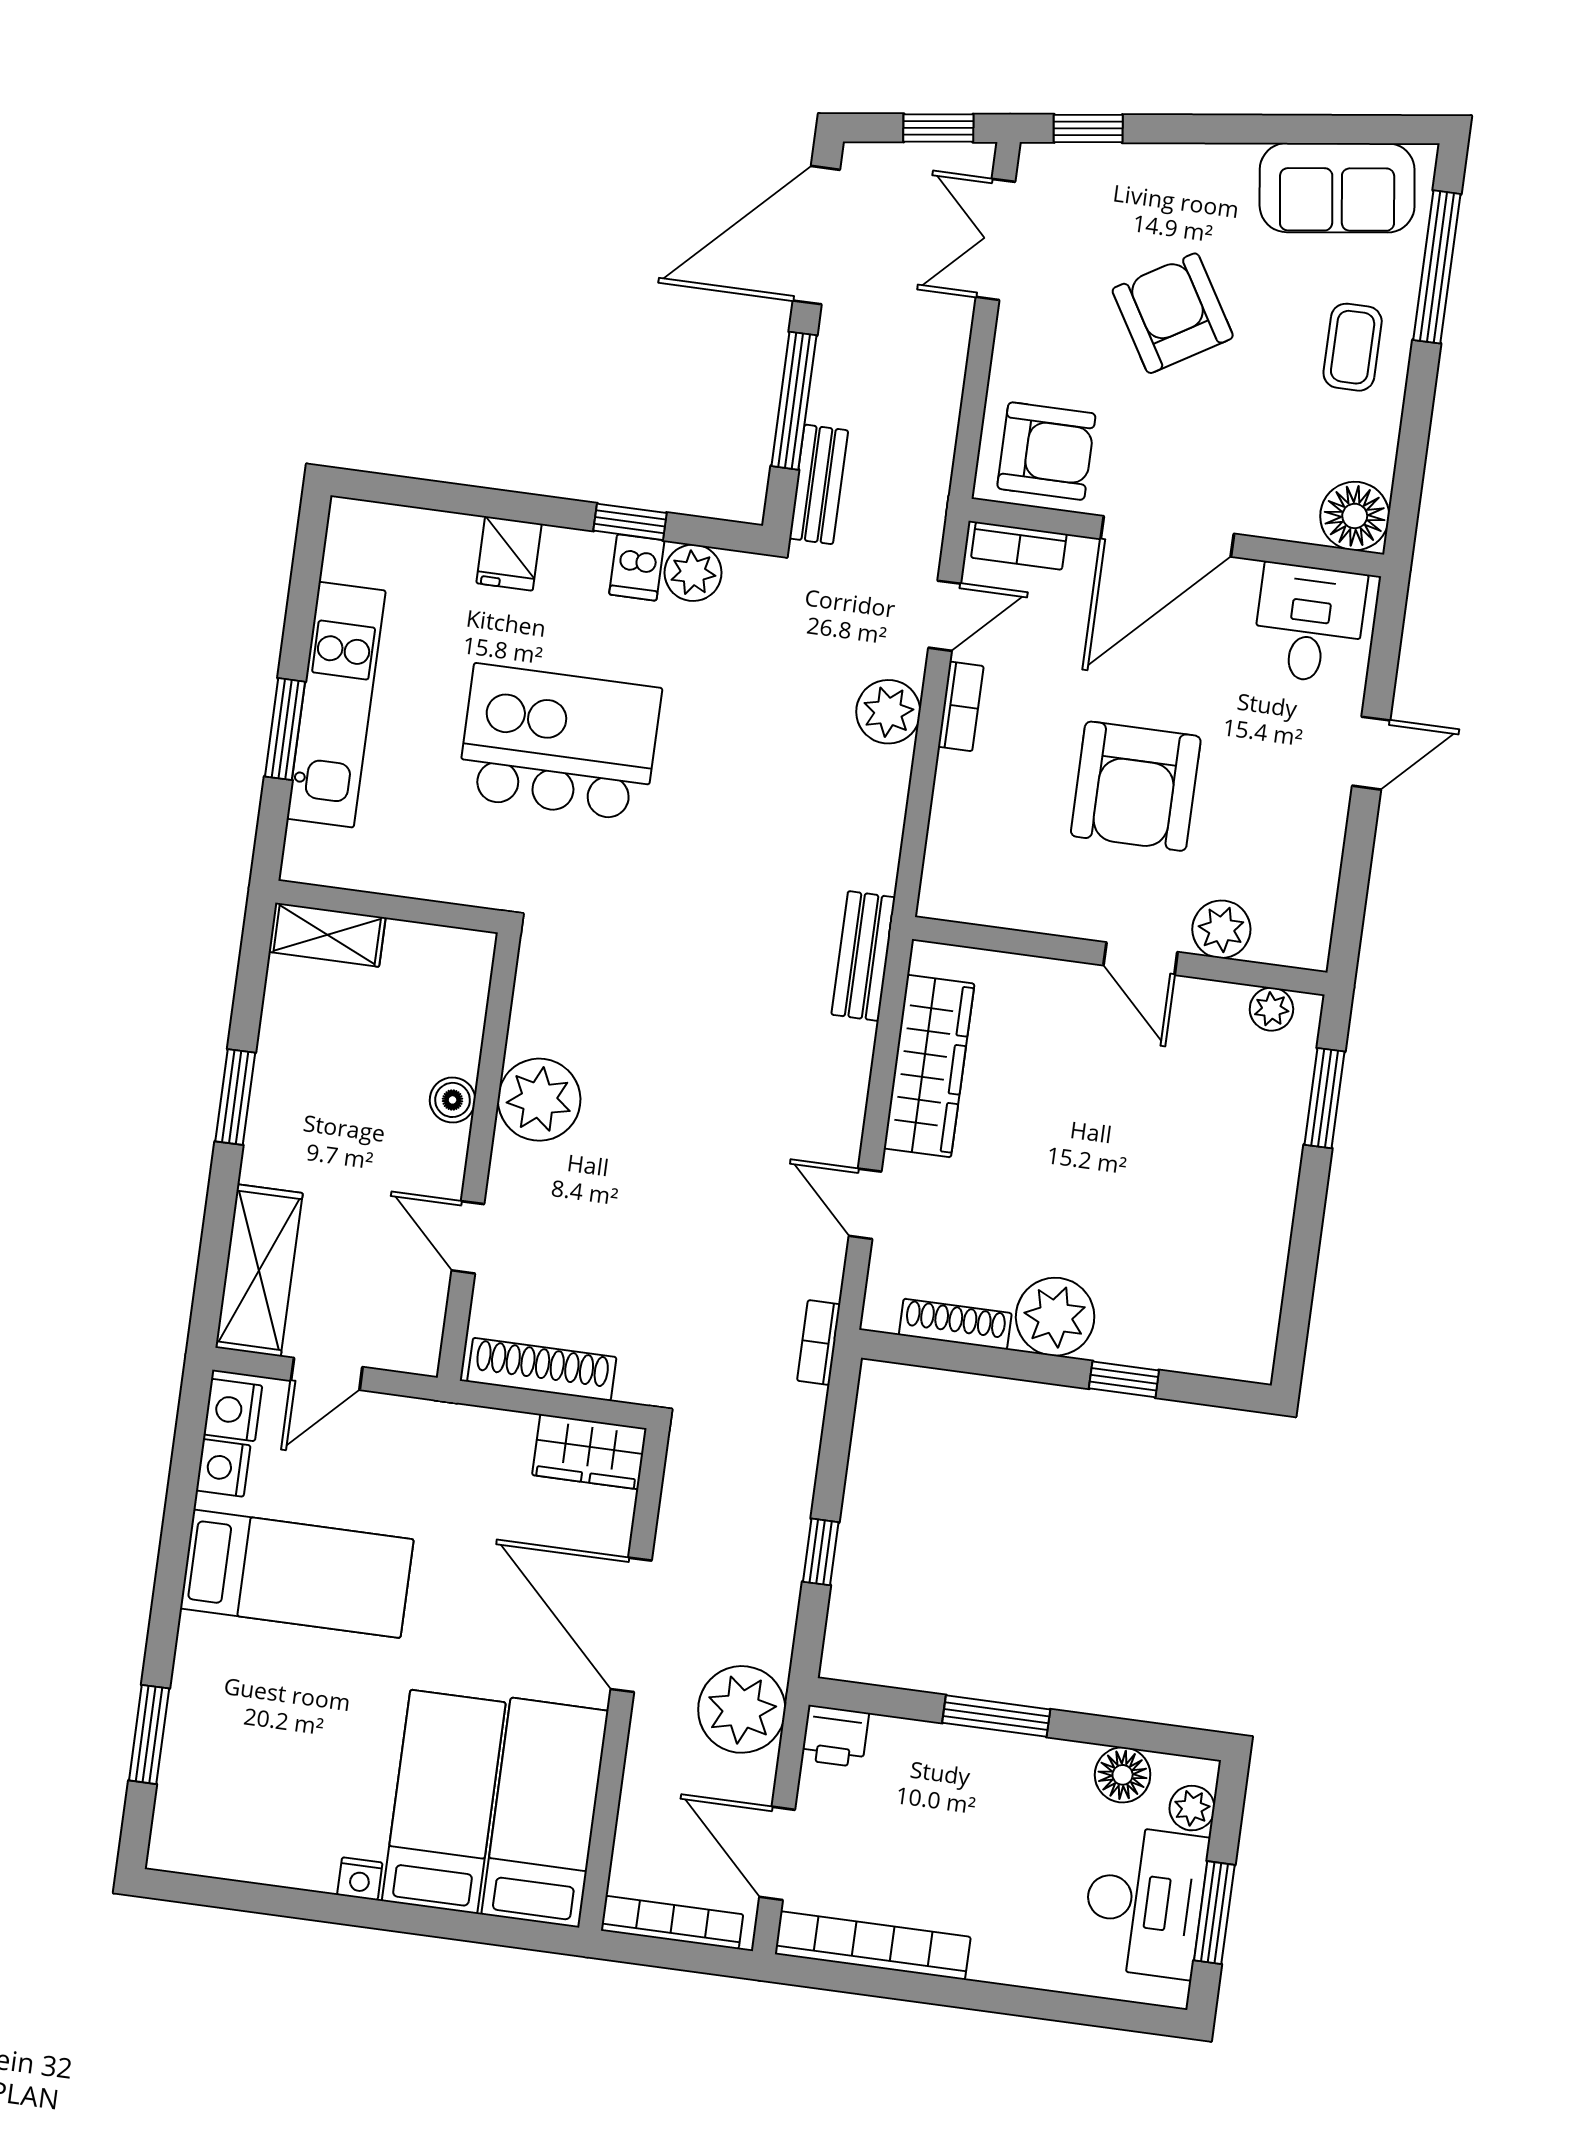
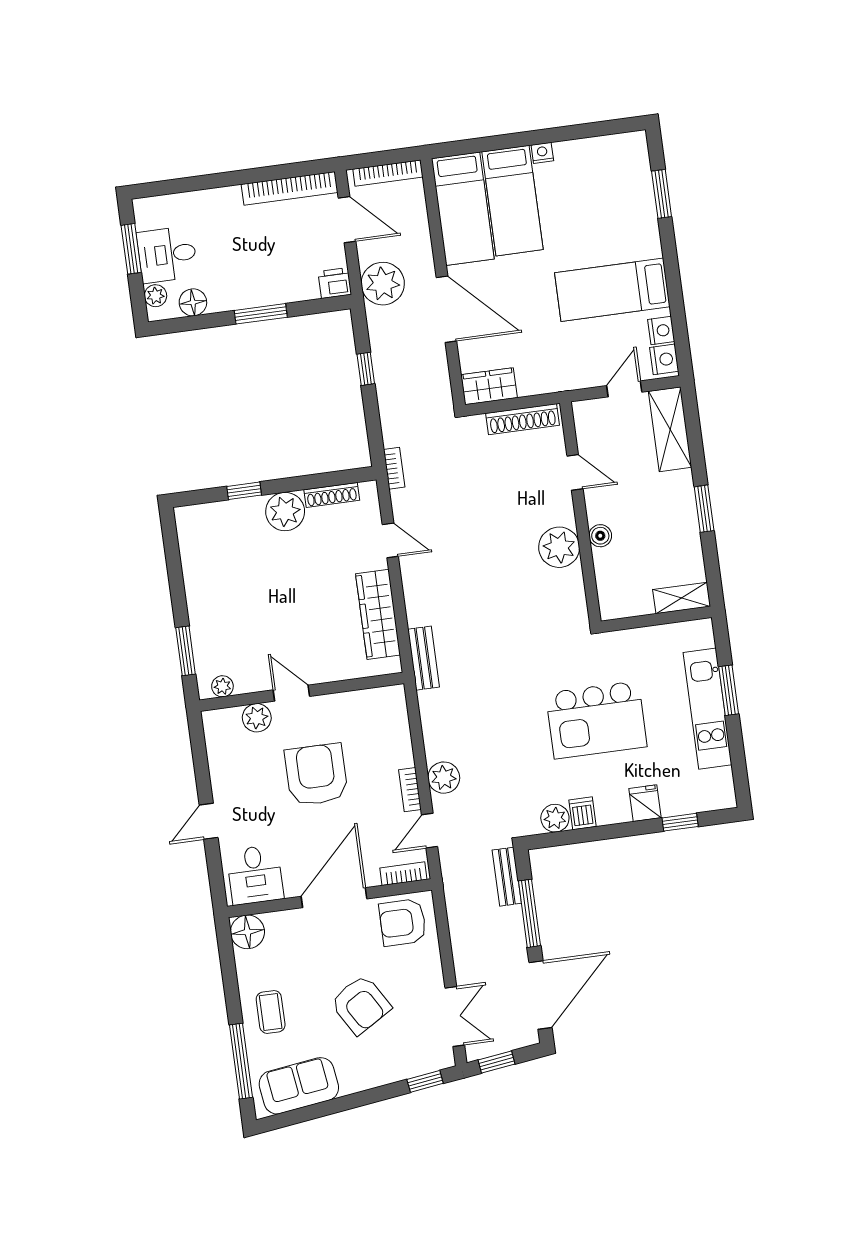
window: (630, 522) -> (680, 822), moved
desk: (1145, 1902) -> (167, 255), width x0.73

